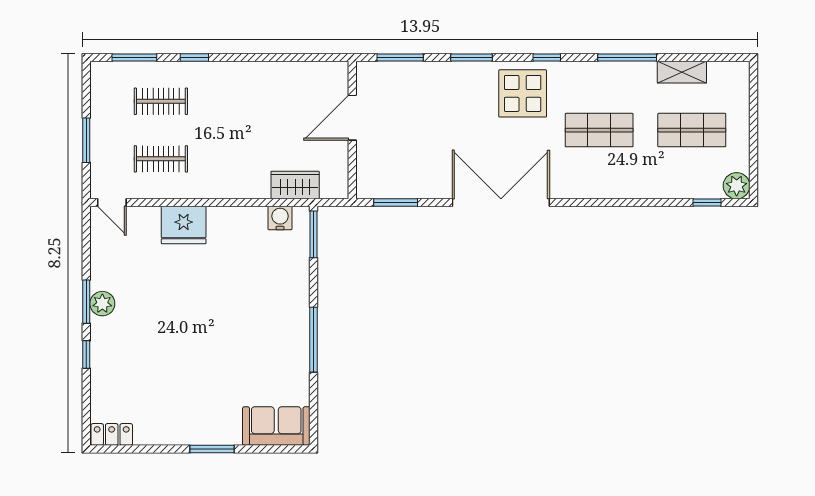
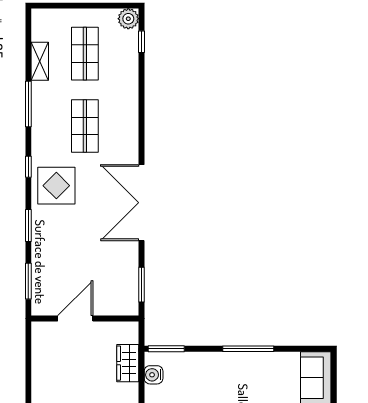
door: (352, 118) -> (75, 319), swing flipped

